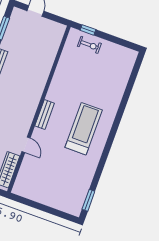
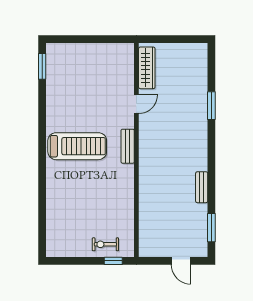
treadmill: (84, 129) -> (77, 146), turned -90
door: (26, 145) -> (136, 104), swing flipped

